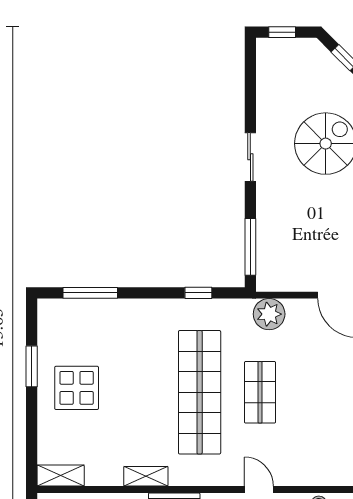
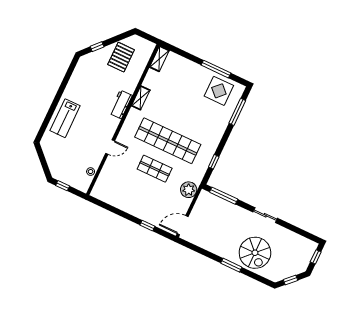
window: (32, 366) -> (216, 69), width x1.44
display table: (77, 388) -> (219, 91), moved

